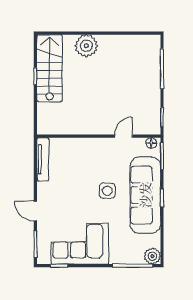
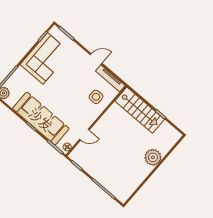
stairs: (50, 68) -> (140, 110), moved
door: (124, 136) -> (84, 135), hinge flipped
side table: (107, 191) -> (96, 97), moved
door: (35, 211) -> (96, 59), moved

